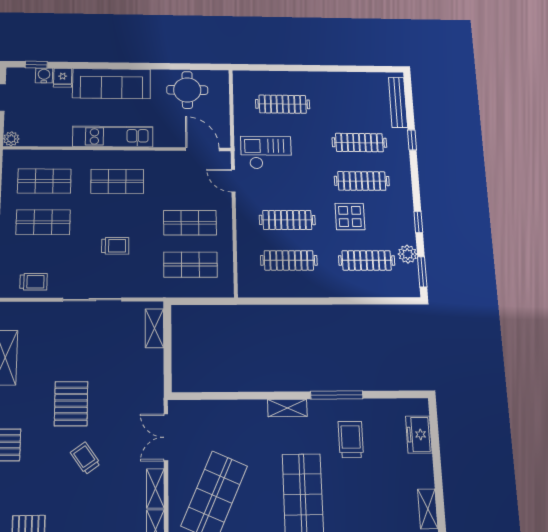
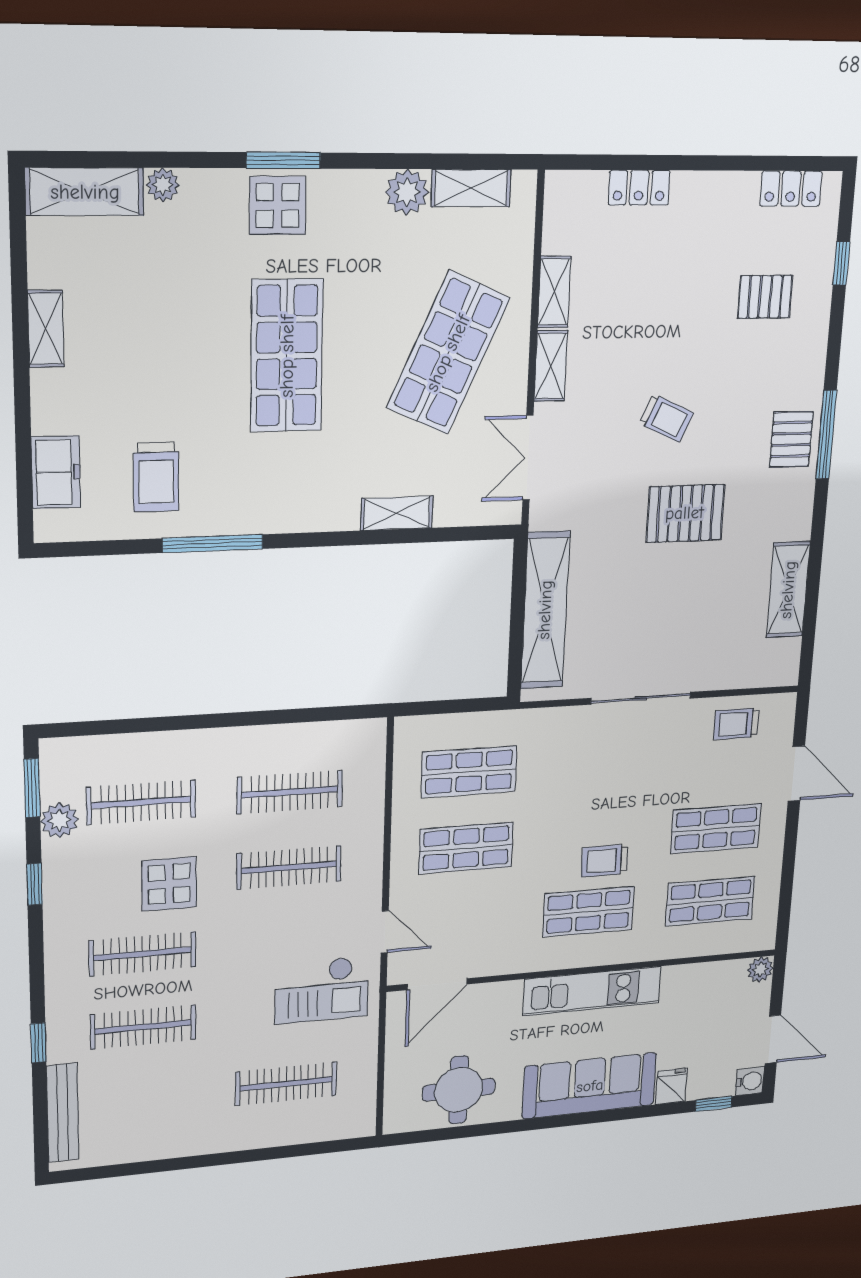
water cooler: (44, 75) -> (750, 1081), moved, turned -90
door: (202, 149) -> (437, 984), hinge flipped
trolley: (115, 246) -> (605, 861), moved
shelving: (154, 328) -> (545, 610), width x2.20, depth x1.33
pallet: (71, 404) -> (685, 513), turned 90
shelving: (287, 408) -> (397, 513), moved
double door: (166, 437) -> (528, 458), swing flipped
trolley: (351, 439) -> (156, 477), moved
trolley: (85, 458) -> (666, 418), turned -30

